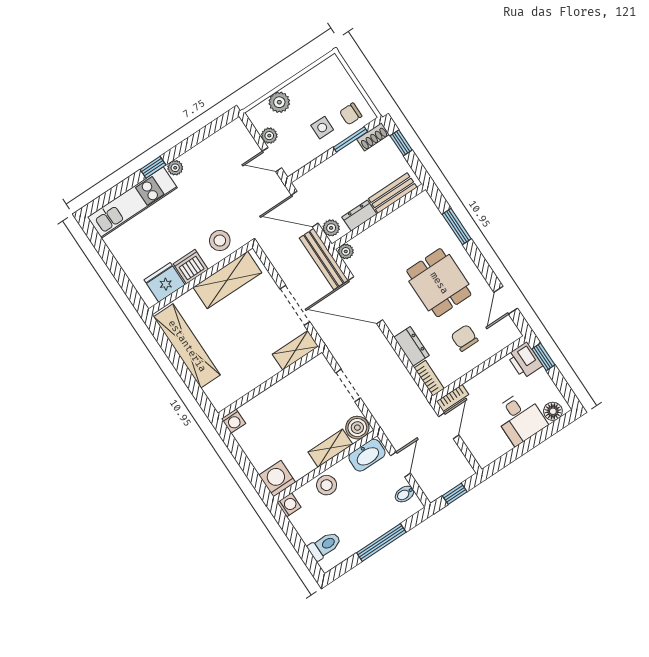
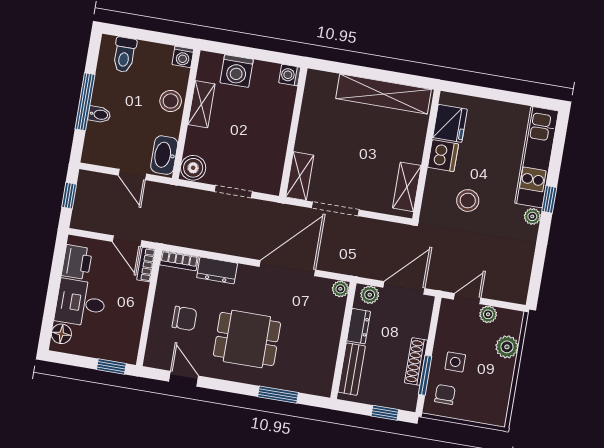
shoe rack: (373, 137) -> (416, 361), moved, width x1.43
stool: (220, 241) -> (468, 201), moved
bench: (324, 259) -> (351, 266), removed
shelving: (227, 280) -> (407, 187), width x0.67, depth x0.75
printer: (525, 360) -> (77, 262), moved, turned 90
shelving: (330, 448) -> (201, 104), moved
washing machine: (277, 479) -> (237, 71), moved, turned 90
bidet: (405, 494) -> (99, 115), moved, turned 90

